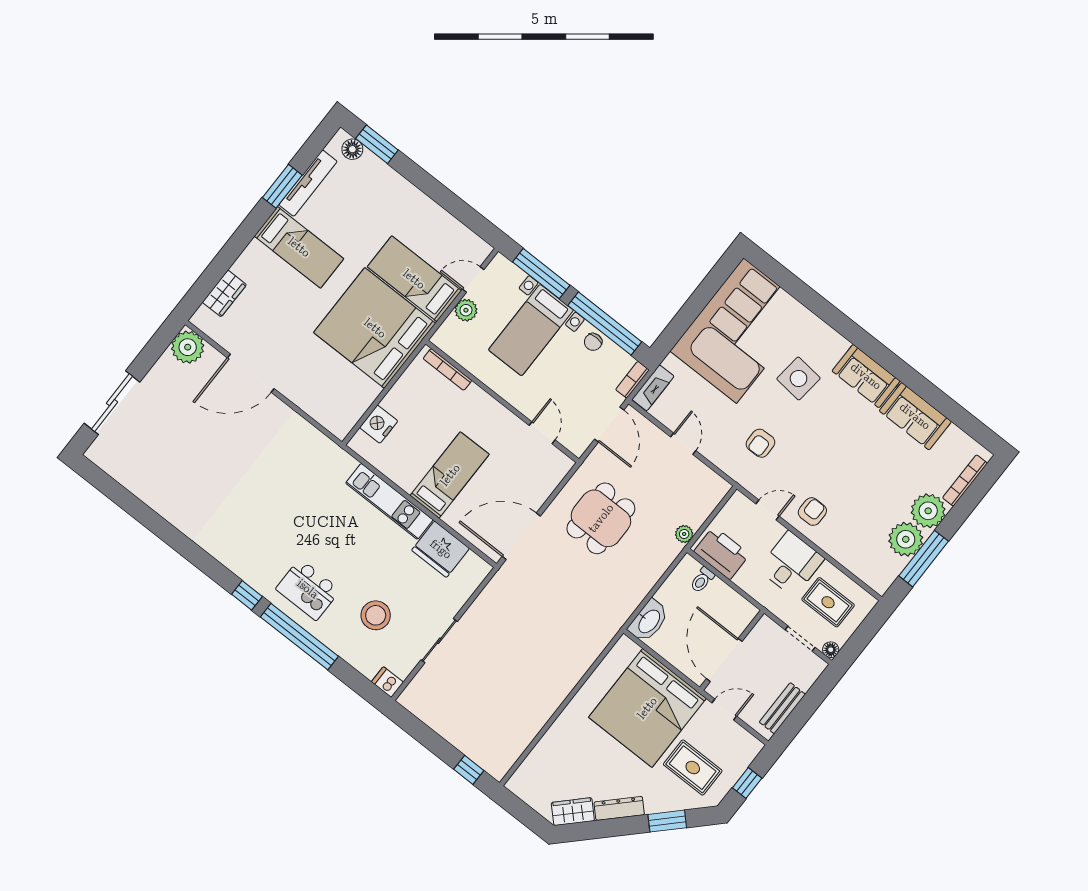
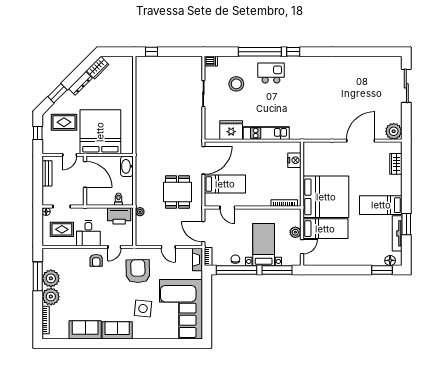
armchair: (760, 443) -> (138, 271), width x1.88, depth x1.88
bed: (450, 475) -> (225, 184), moved, turned -90

